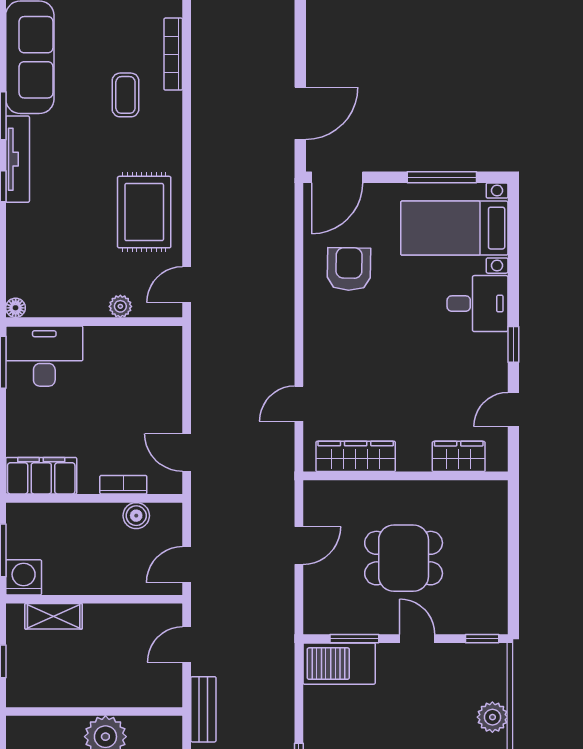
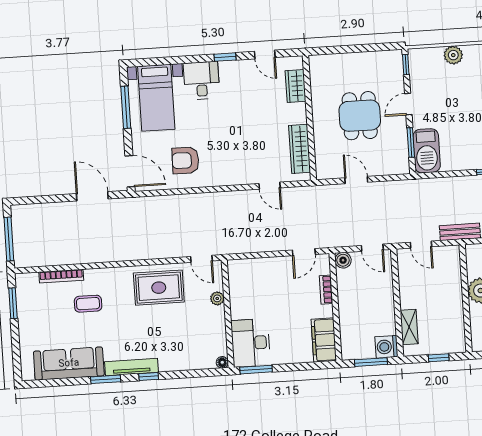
boiler: (136, 516) -> (343, 260), moved

